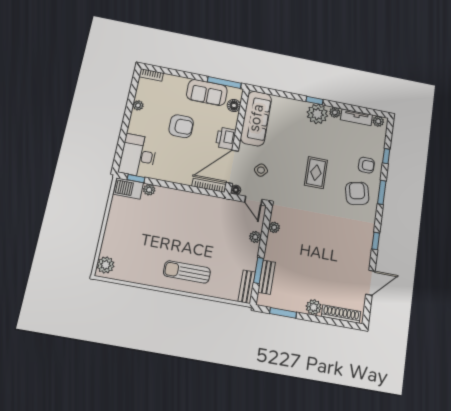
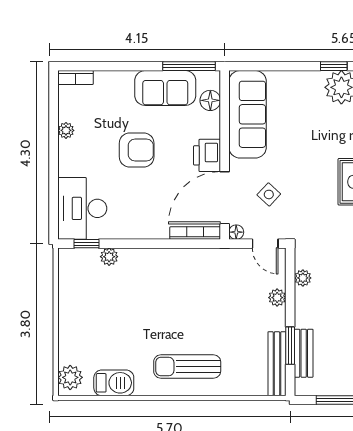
barbecue: (128, 189) -> (114, 383), moved, turned 180
bench: (247, 287) -> (277, 364), width x1.36

